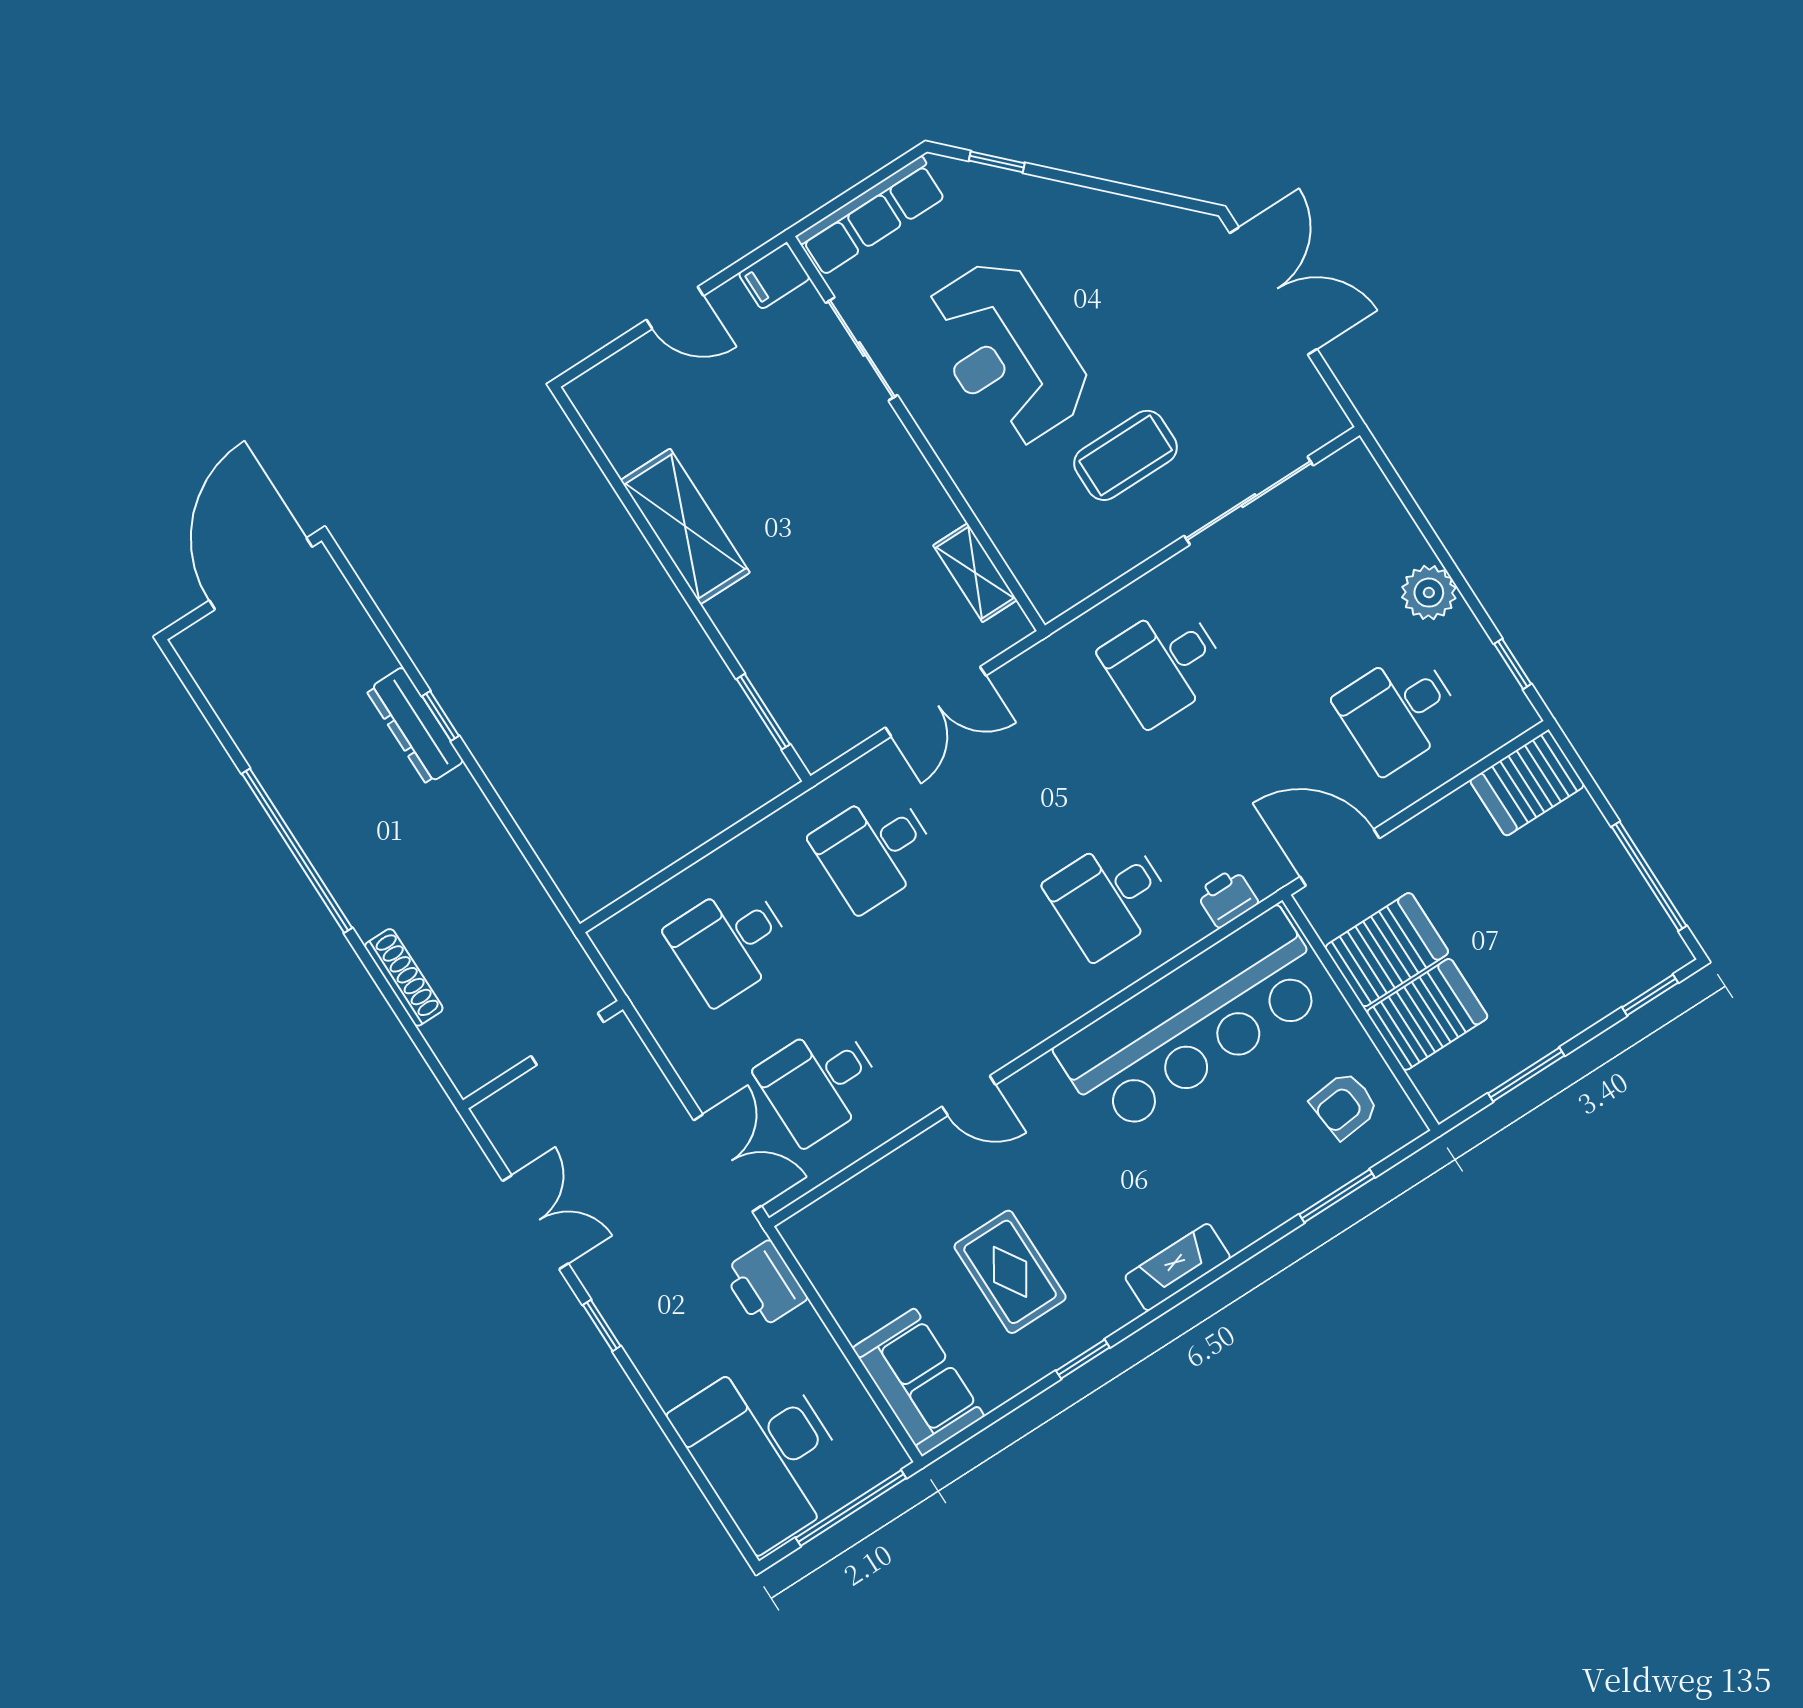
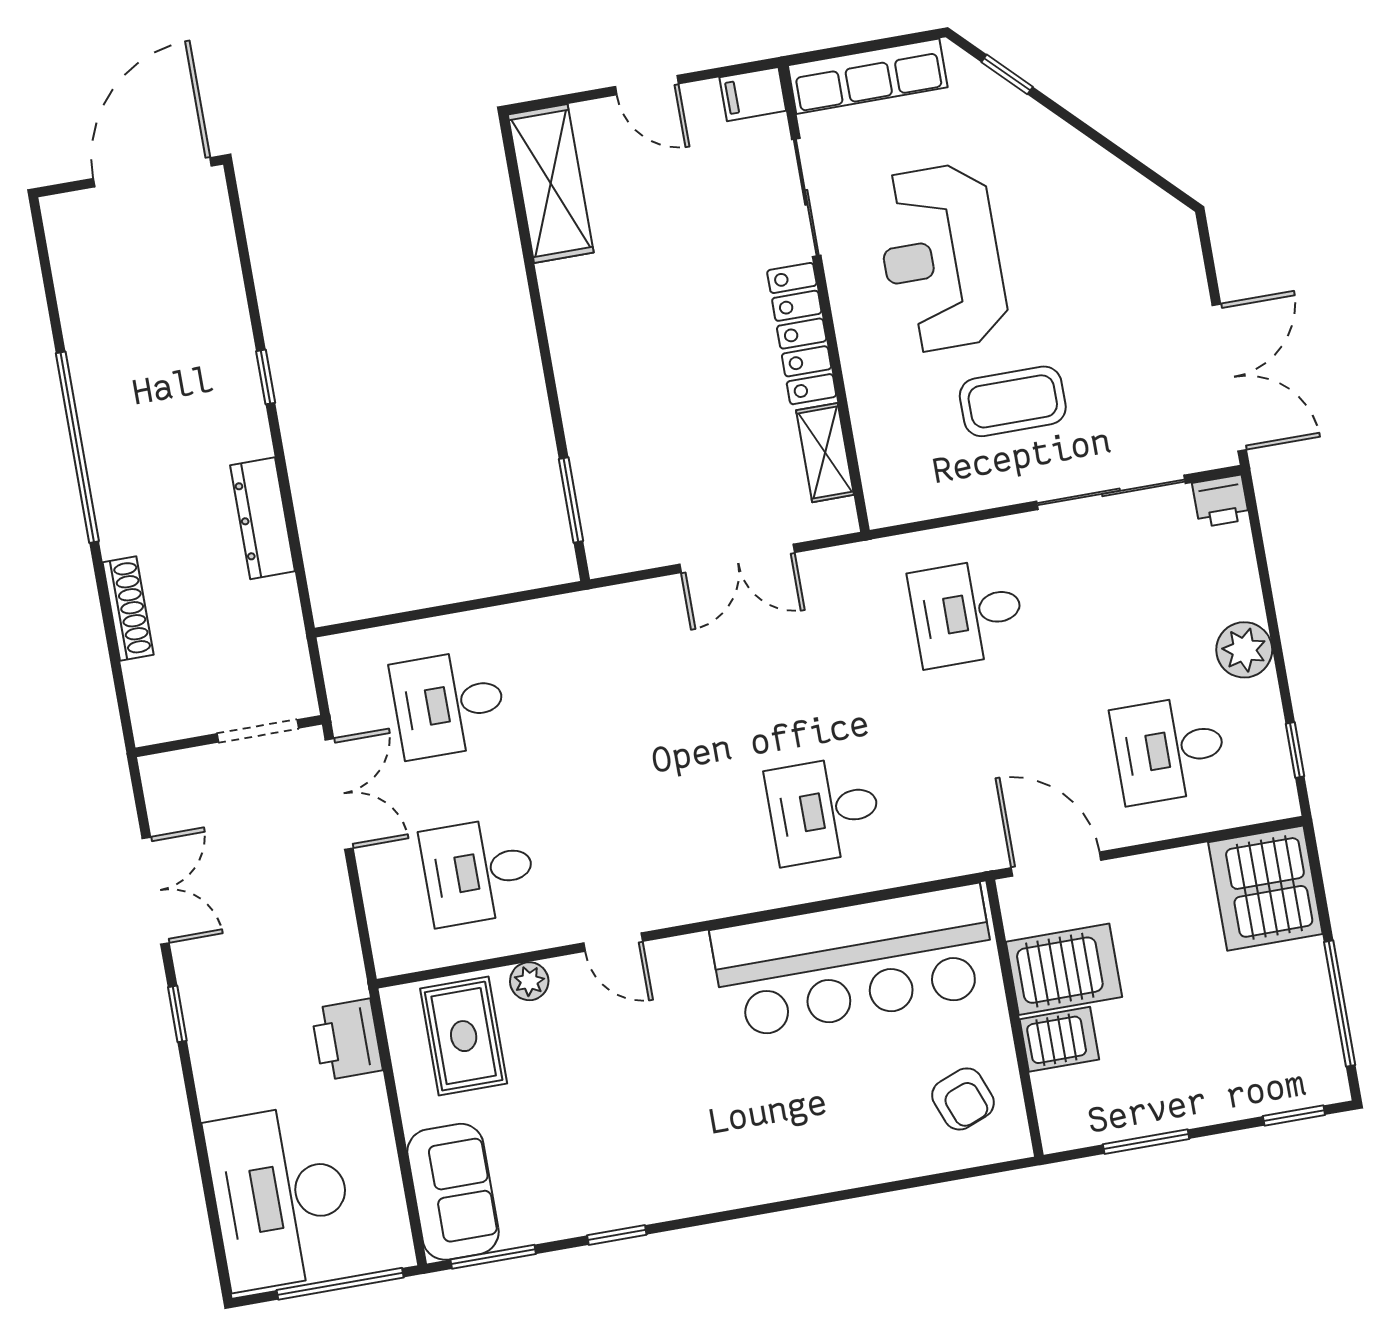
double door: (1273, 291) -> (1229, 378), moved
locker: (909, 474) -> (802, 334), added
shelving: (685, 526) -> (551, 184), moved
dresser: (415, 726) -> (263, 518), moved
server rack: (1527, 783) -> (1265, 888), width x1.60
desk: (875, 849) -> (622, 673), removed
printer: (1227, 898) -> (1221, 501), moved, turned 180
server rack: (1427, 1015) -> (1059, 1039), width x0.73, depth x0.70
armchair: (1344, 1105) -> (963, 1099), turned -105
double door: (728, 1163) -> (339, 794), moved
plant: (908, 1163) -> (529, 981), added
window: (1337, 1196) -> (493, 1257), moved
fireplace: (1178, 1267) -> (742, 1186), removed
rug: (1010, 1272) -> (464, 1036), moved

